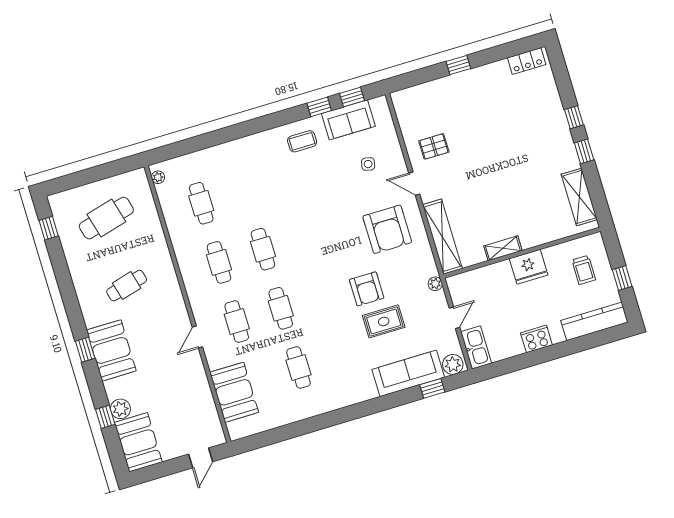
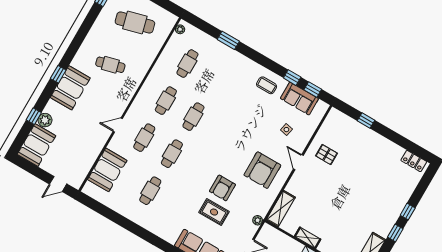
window: (458, 65) -> (366, 121), moved
window: (217, 137) -> (228, 40), added
shelving: (442, 237) -> (281, 209), width x0.68

